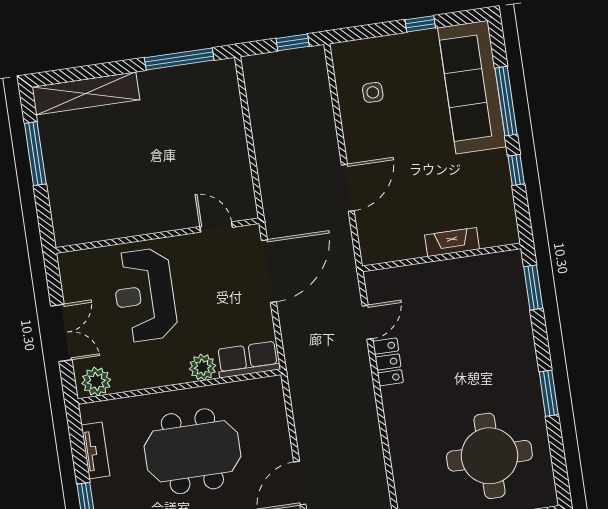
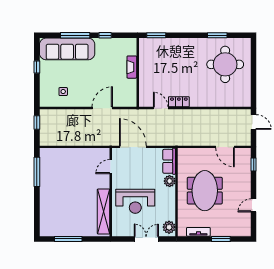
shelving: (86, 93) -> (104, 211), moved
door: (348, 188) -> (102, 108), hinge flipped
window: (549, 393) -> (217, 35), moved

